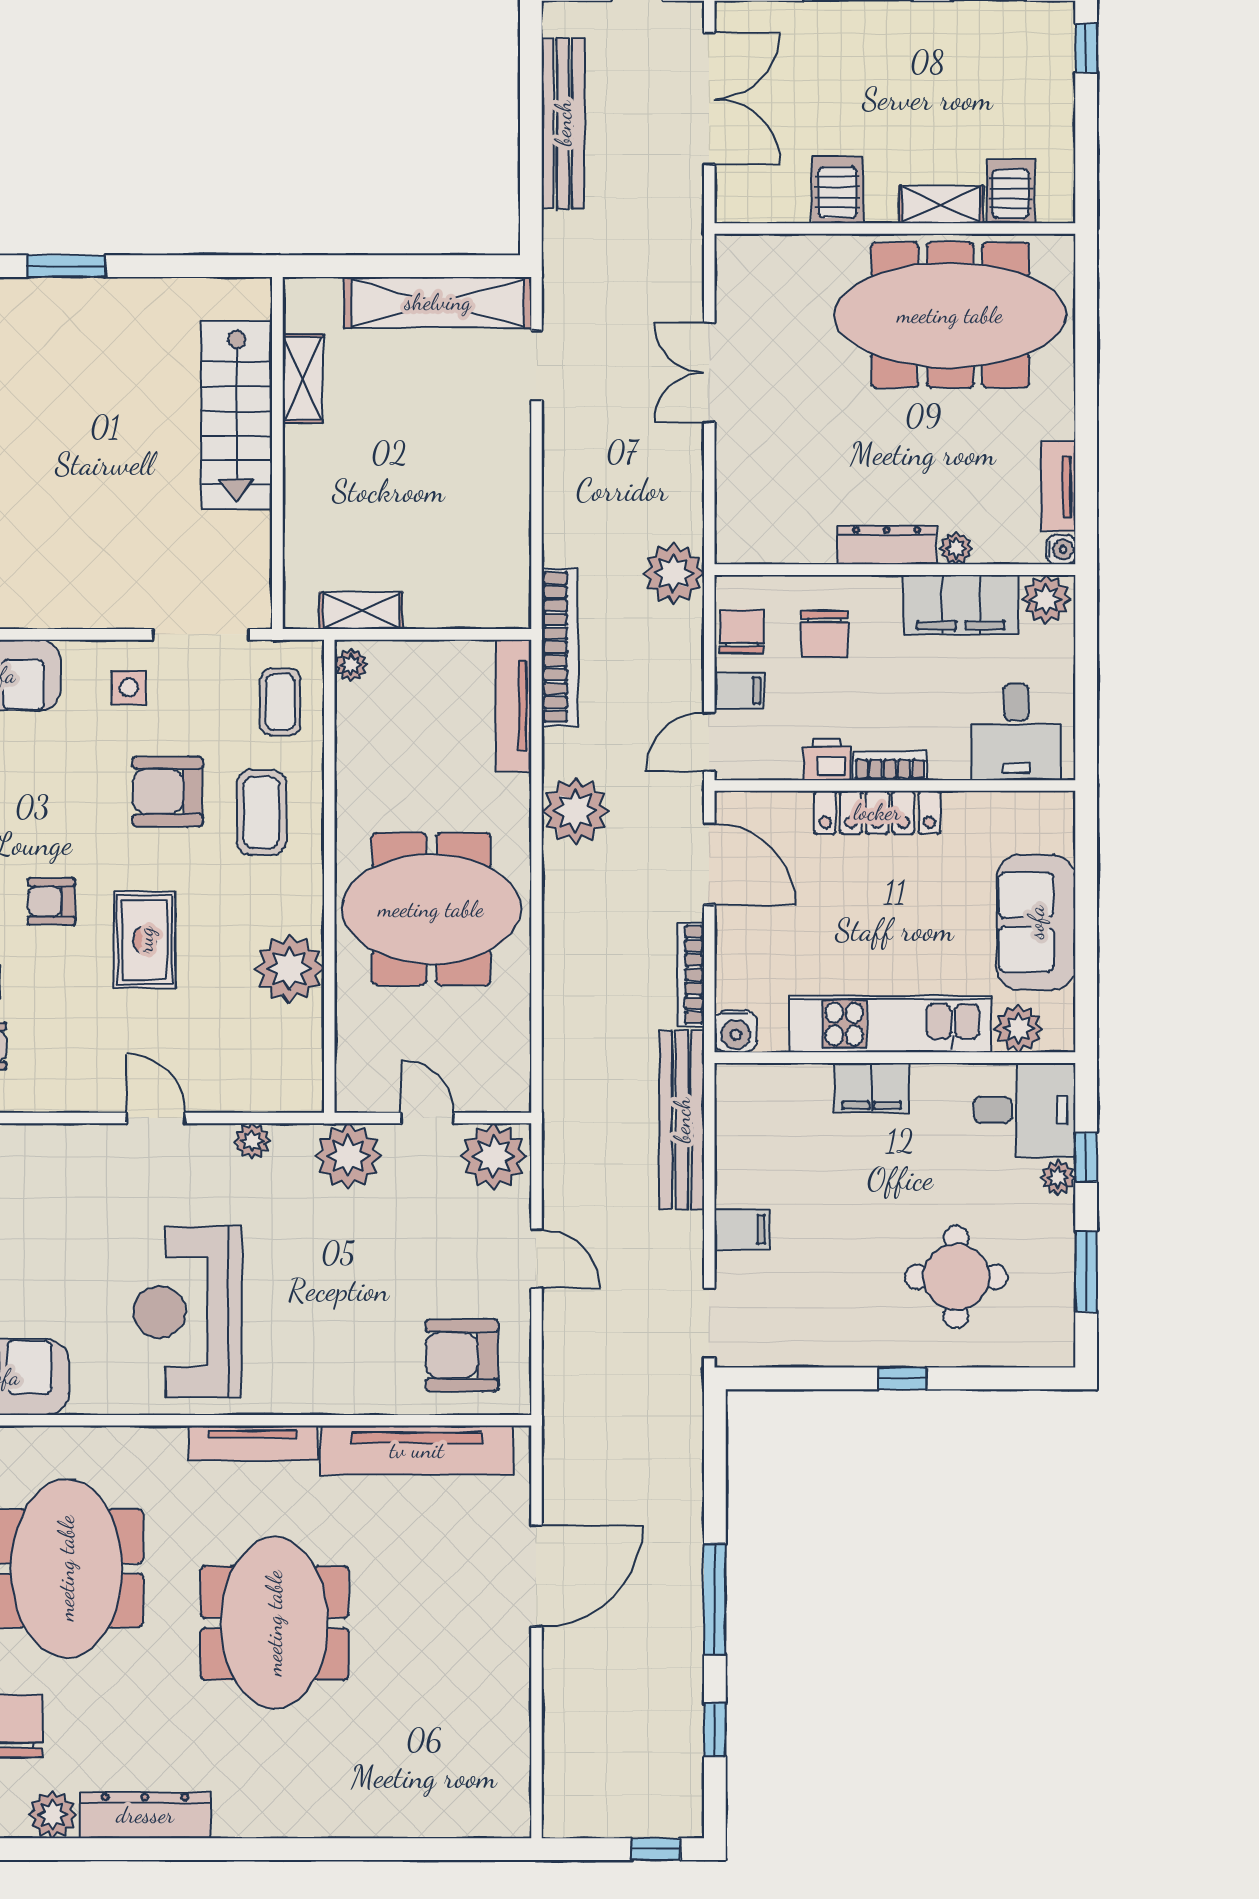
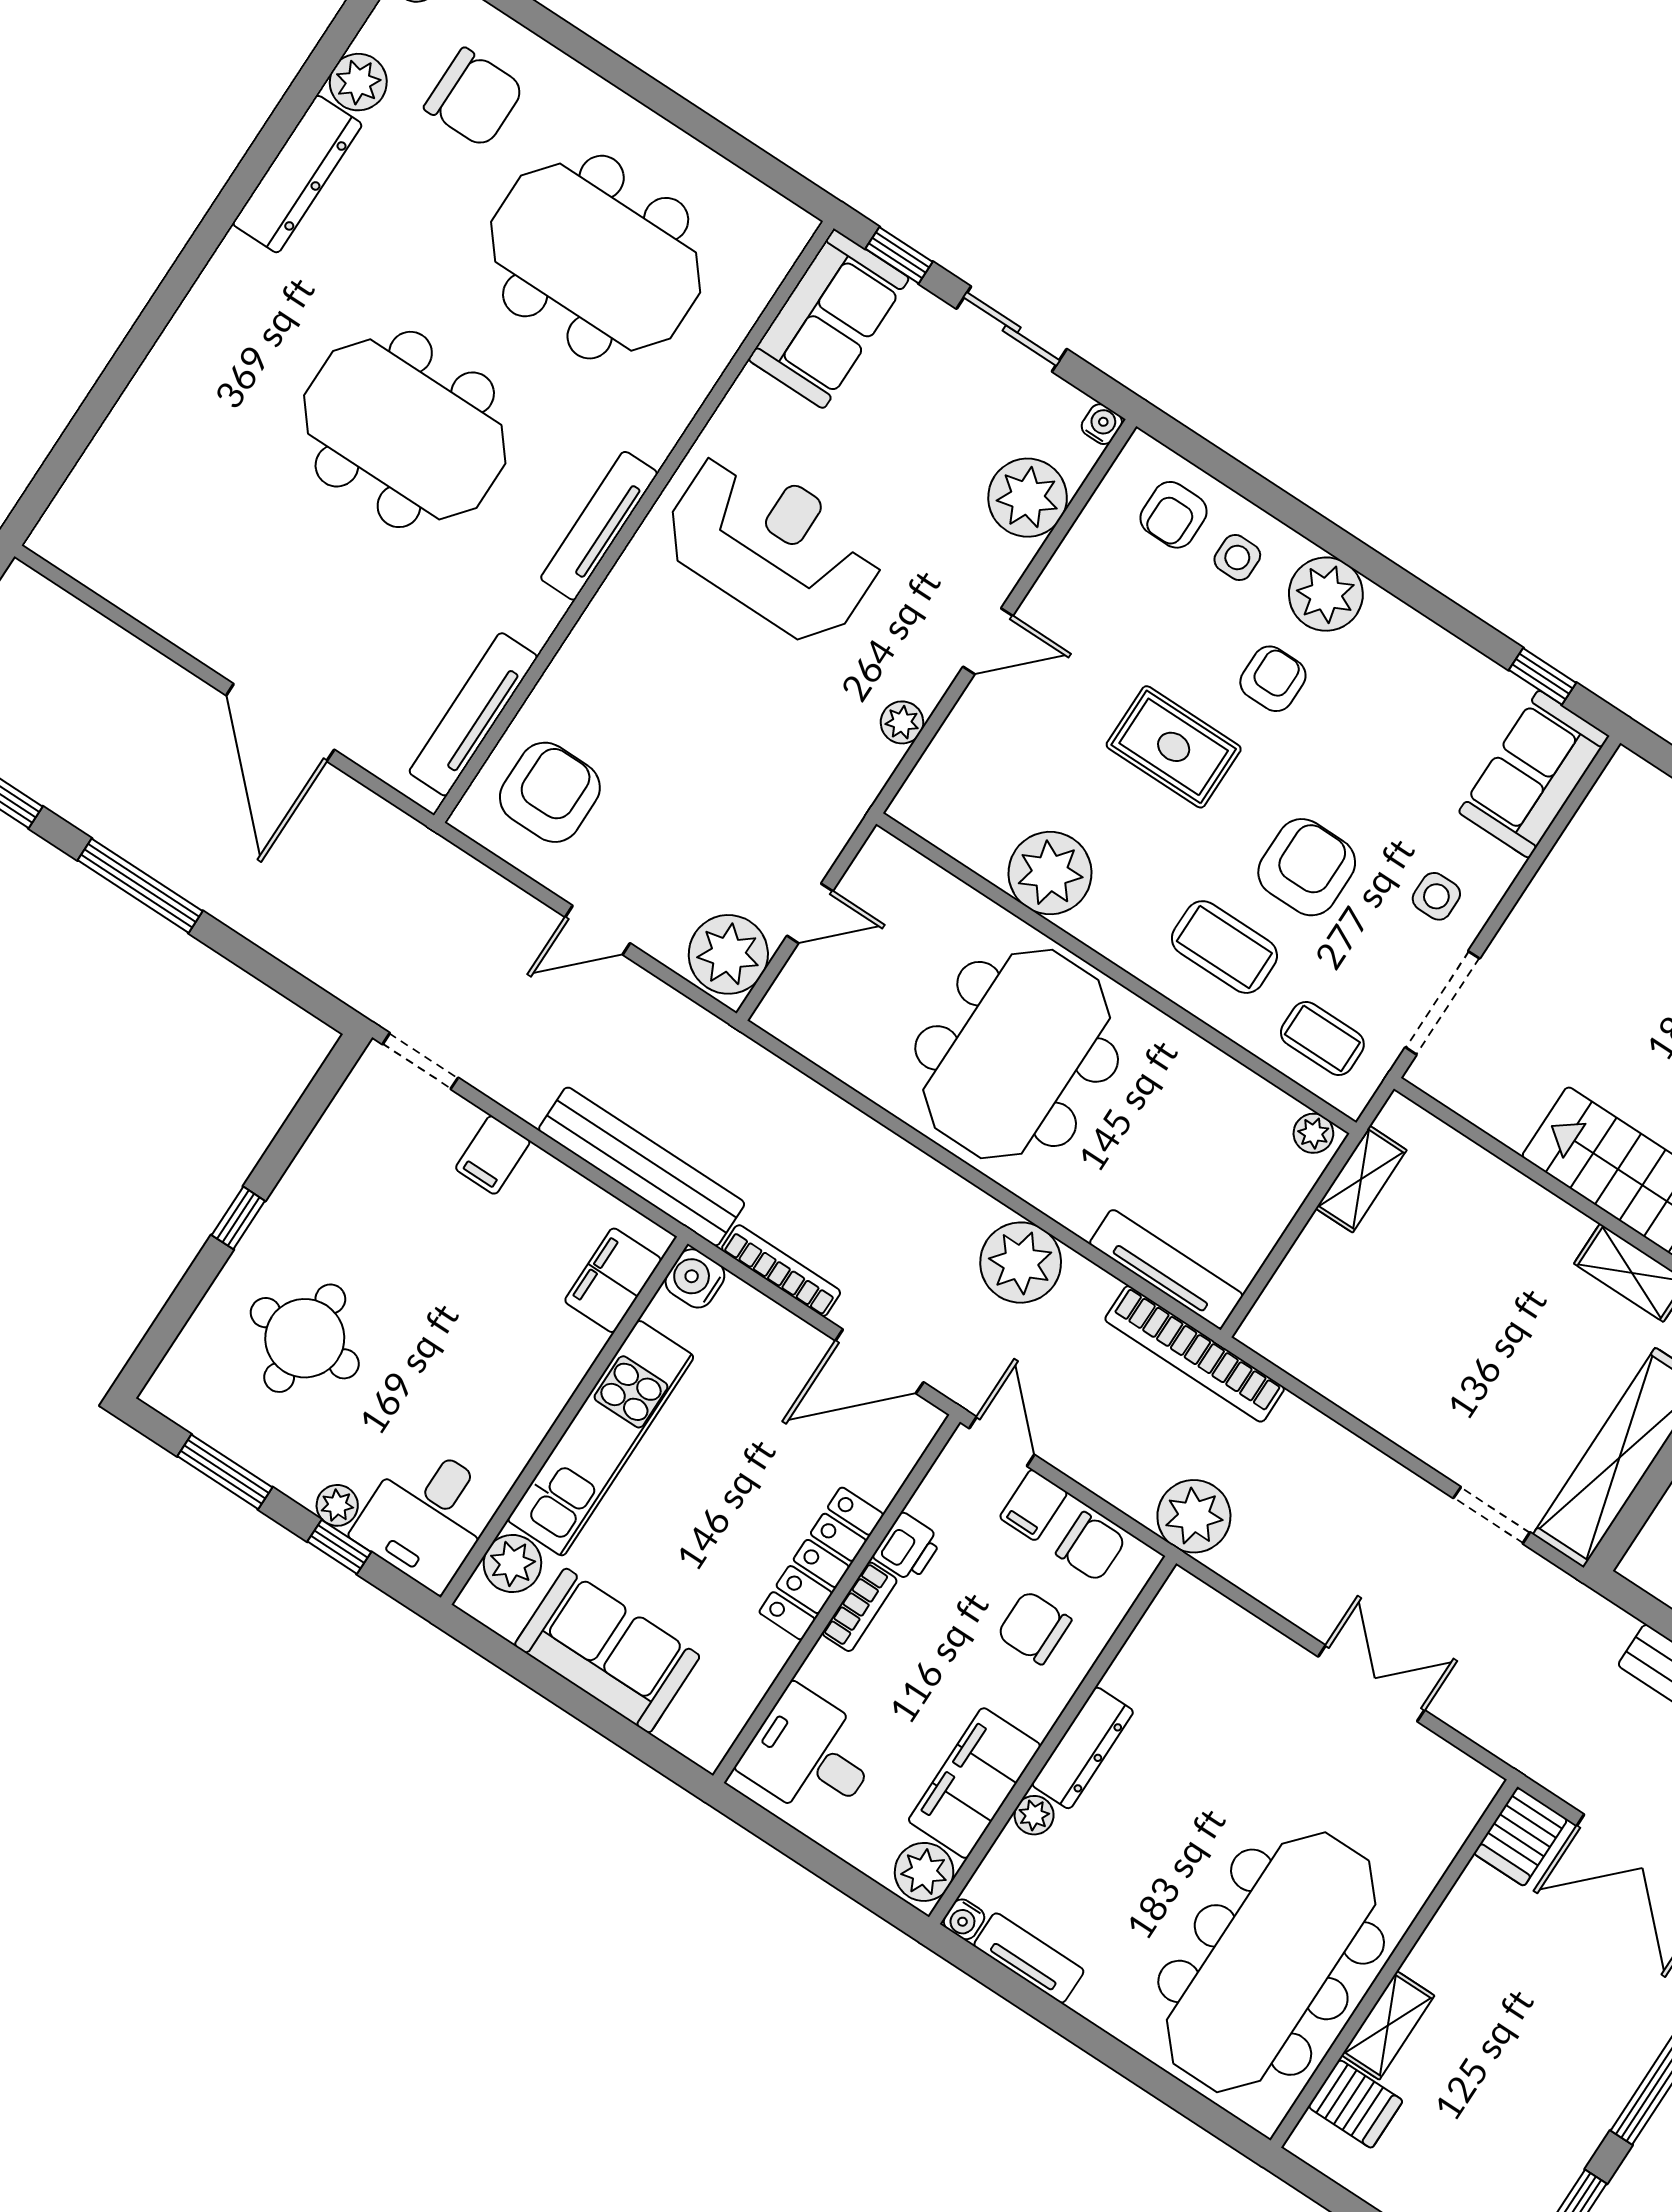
server rack: (838, 190) -> (1521, 1837), moved, turned 90
filing cabinet: (872, 1088) -> (613, 1280), moved
plant: (348, 1156) -> (1028, 498), moved
tv unit: (417, 1450) -> (473, 714), width x0.73, depth x0.78

